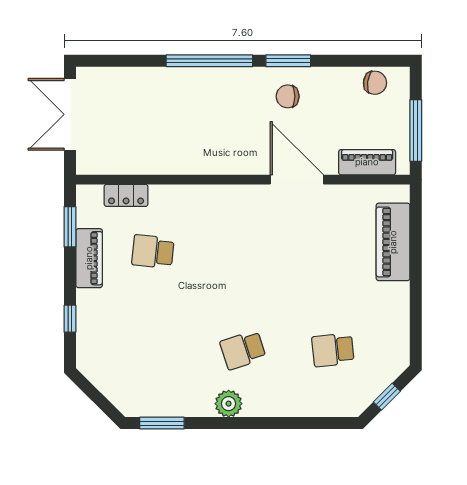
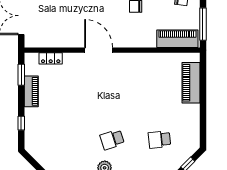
piano: (367, 162) -> (177, 39), width x1.37, depth x1.33
door: (297, 180) -> (99, 50), moved
school desk: (153, 252) -> (65, 88), removed

